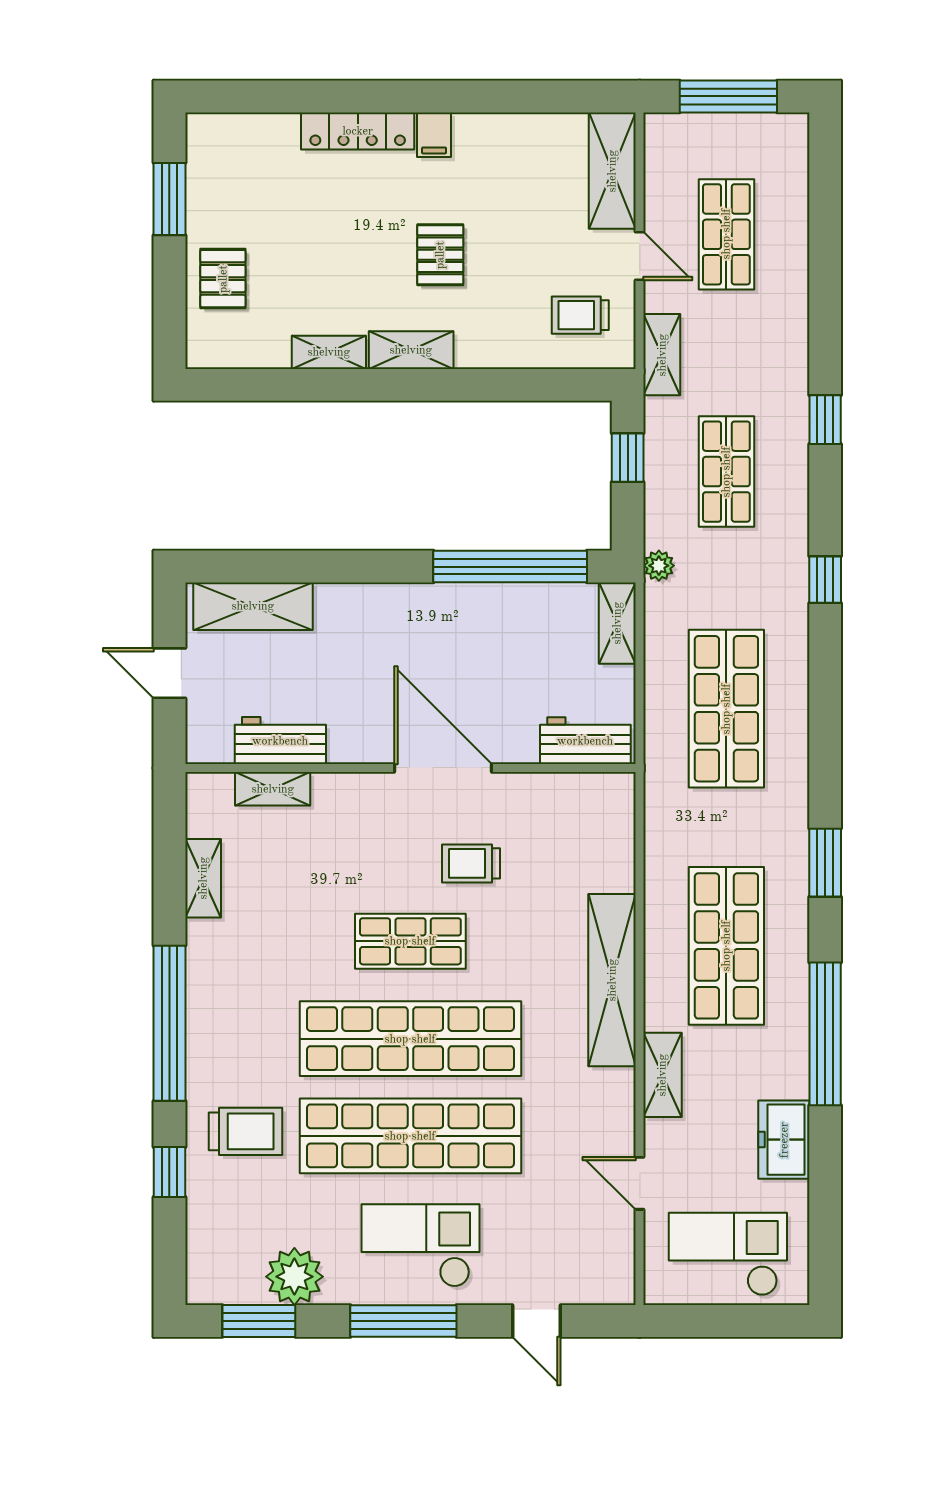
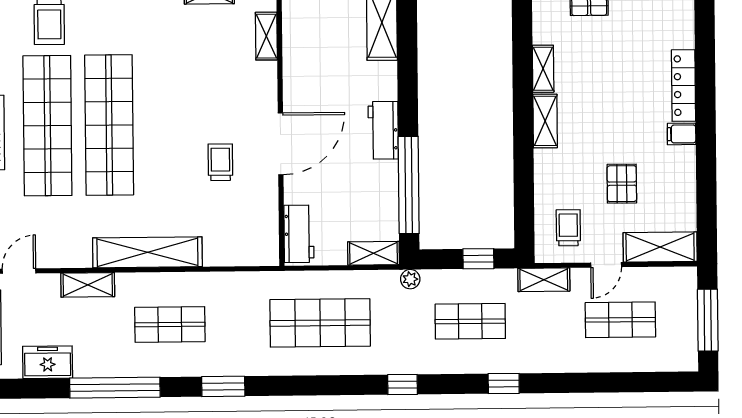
pallet: (440, 255) -> (622, 184), moved, turned 90
workbench: (280, 741) -> (383, 130), moved, turned 180
shop shelf: (410, 941) -> (171, 124), removed
shop shelf: (726, 946) -> (170, 324), width x0.70, depth x0.74

